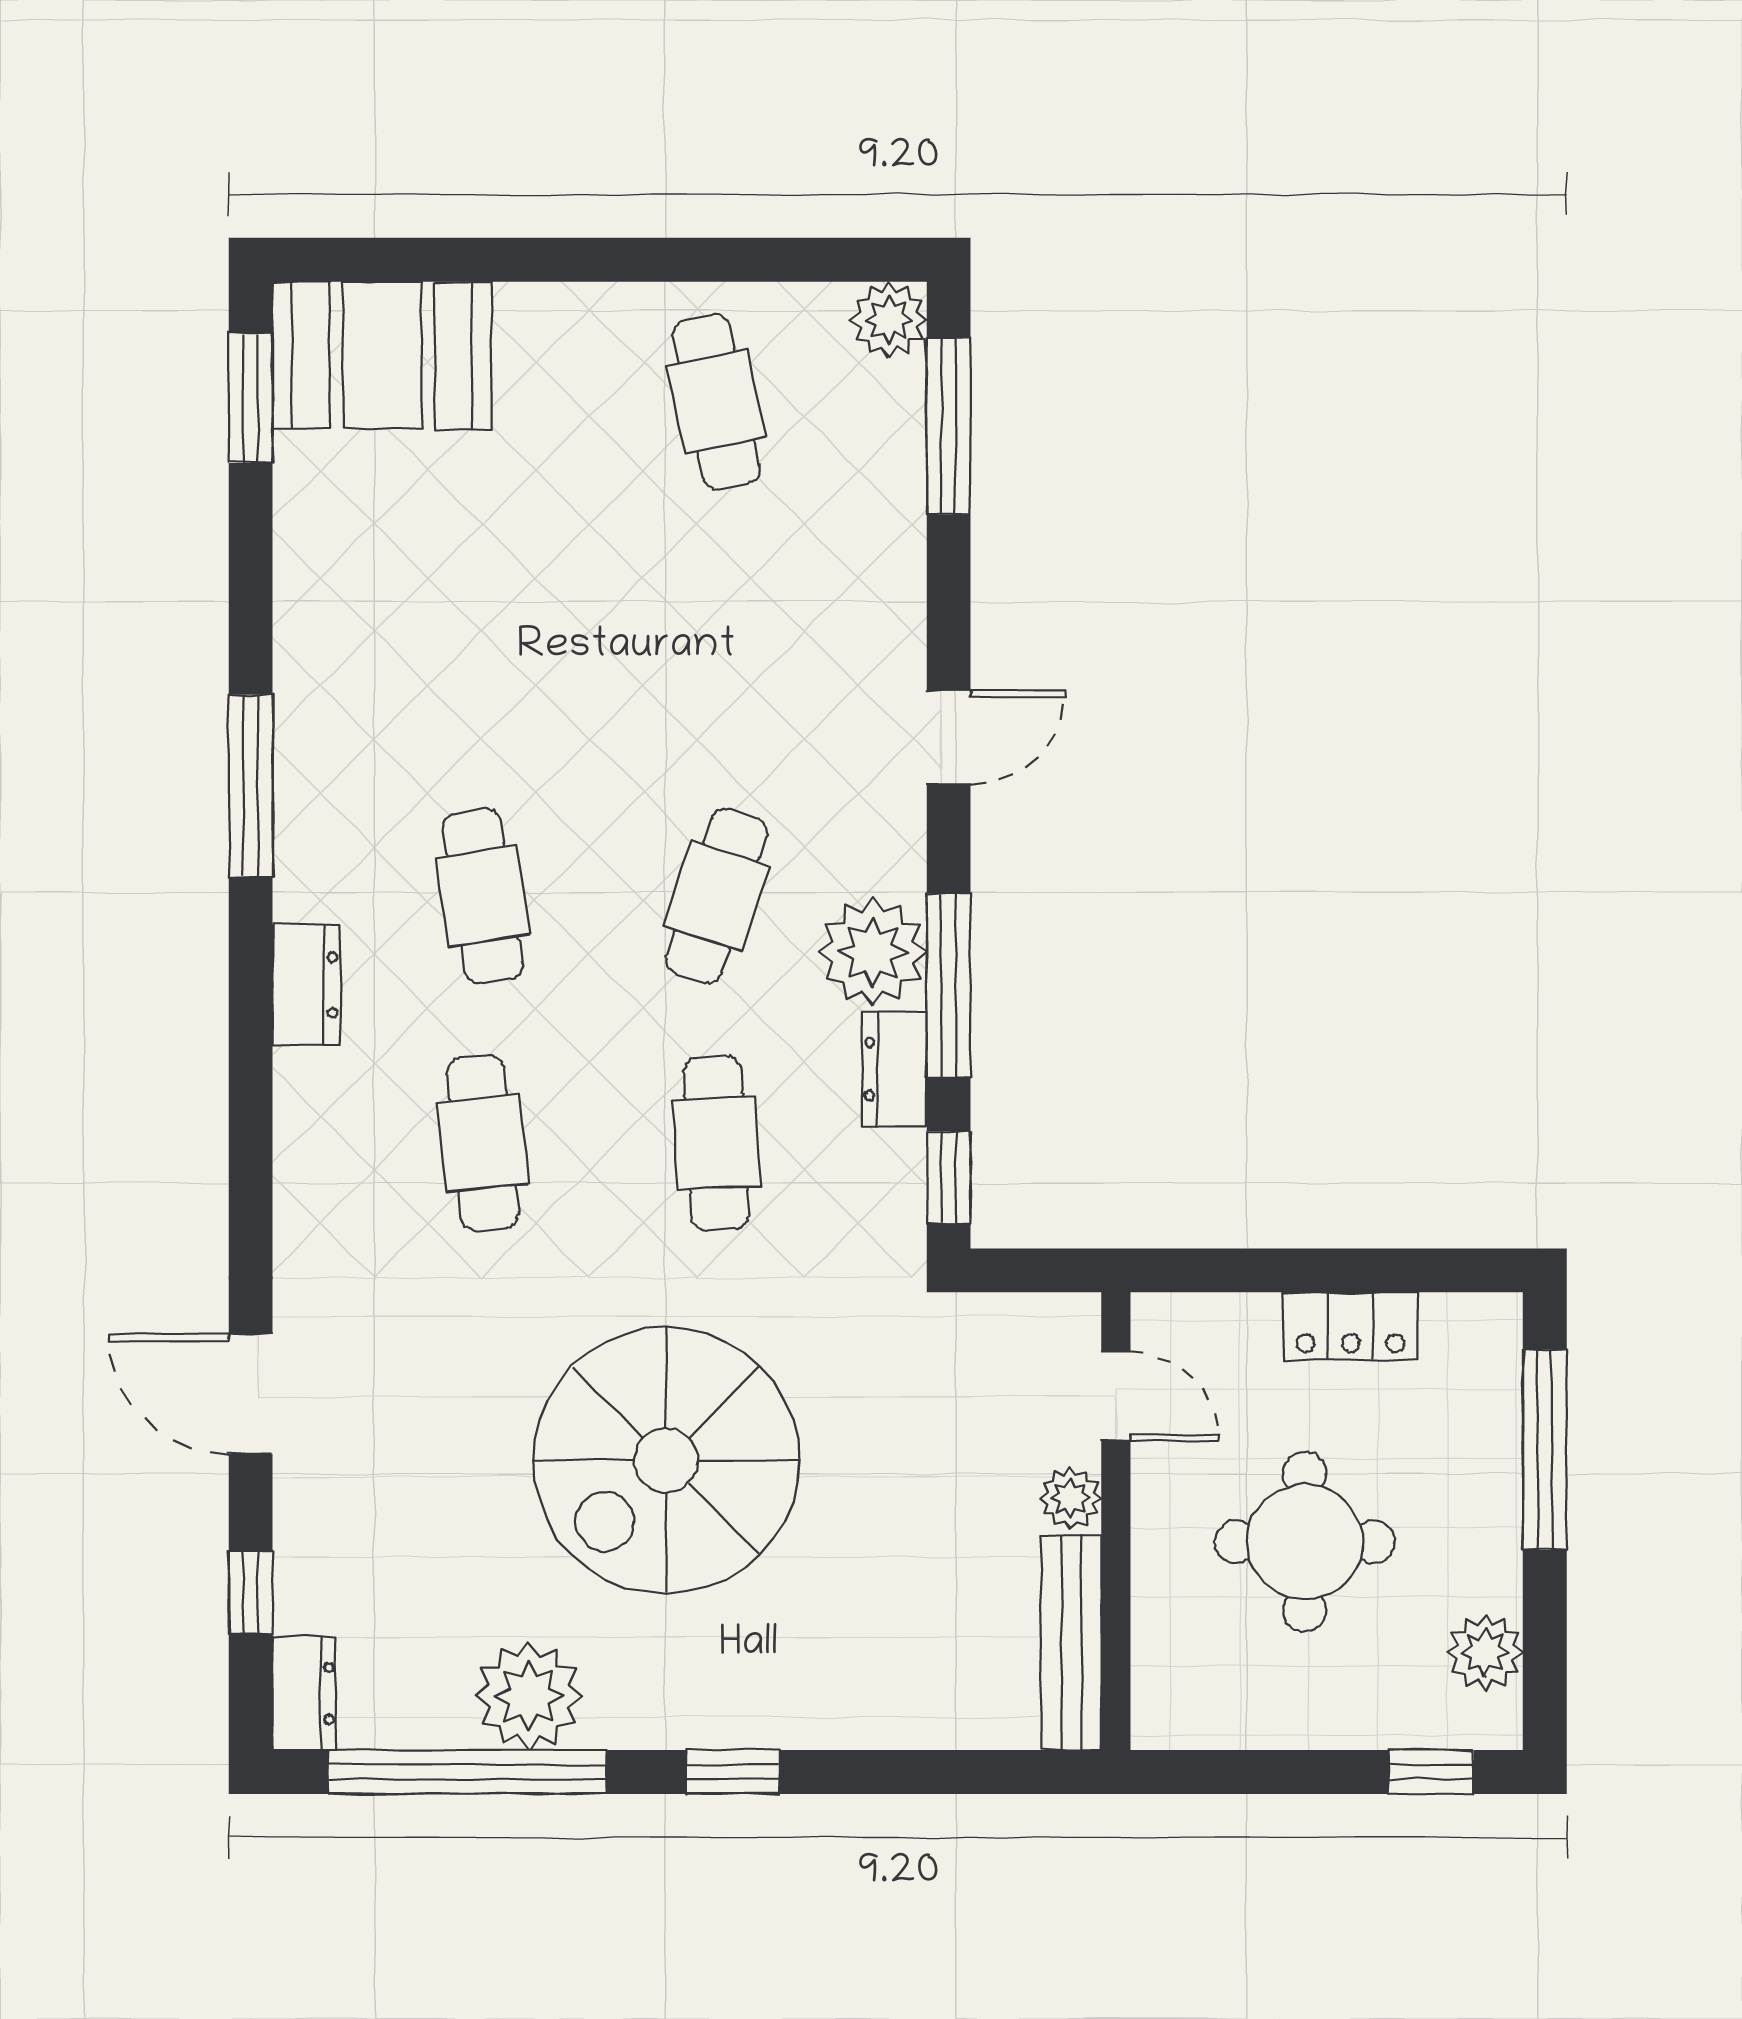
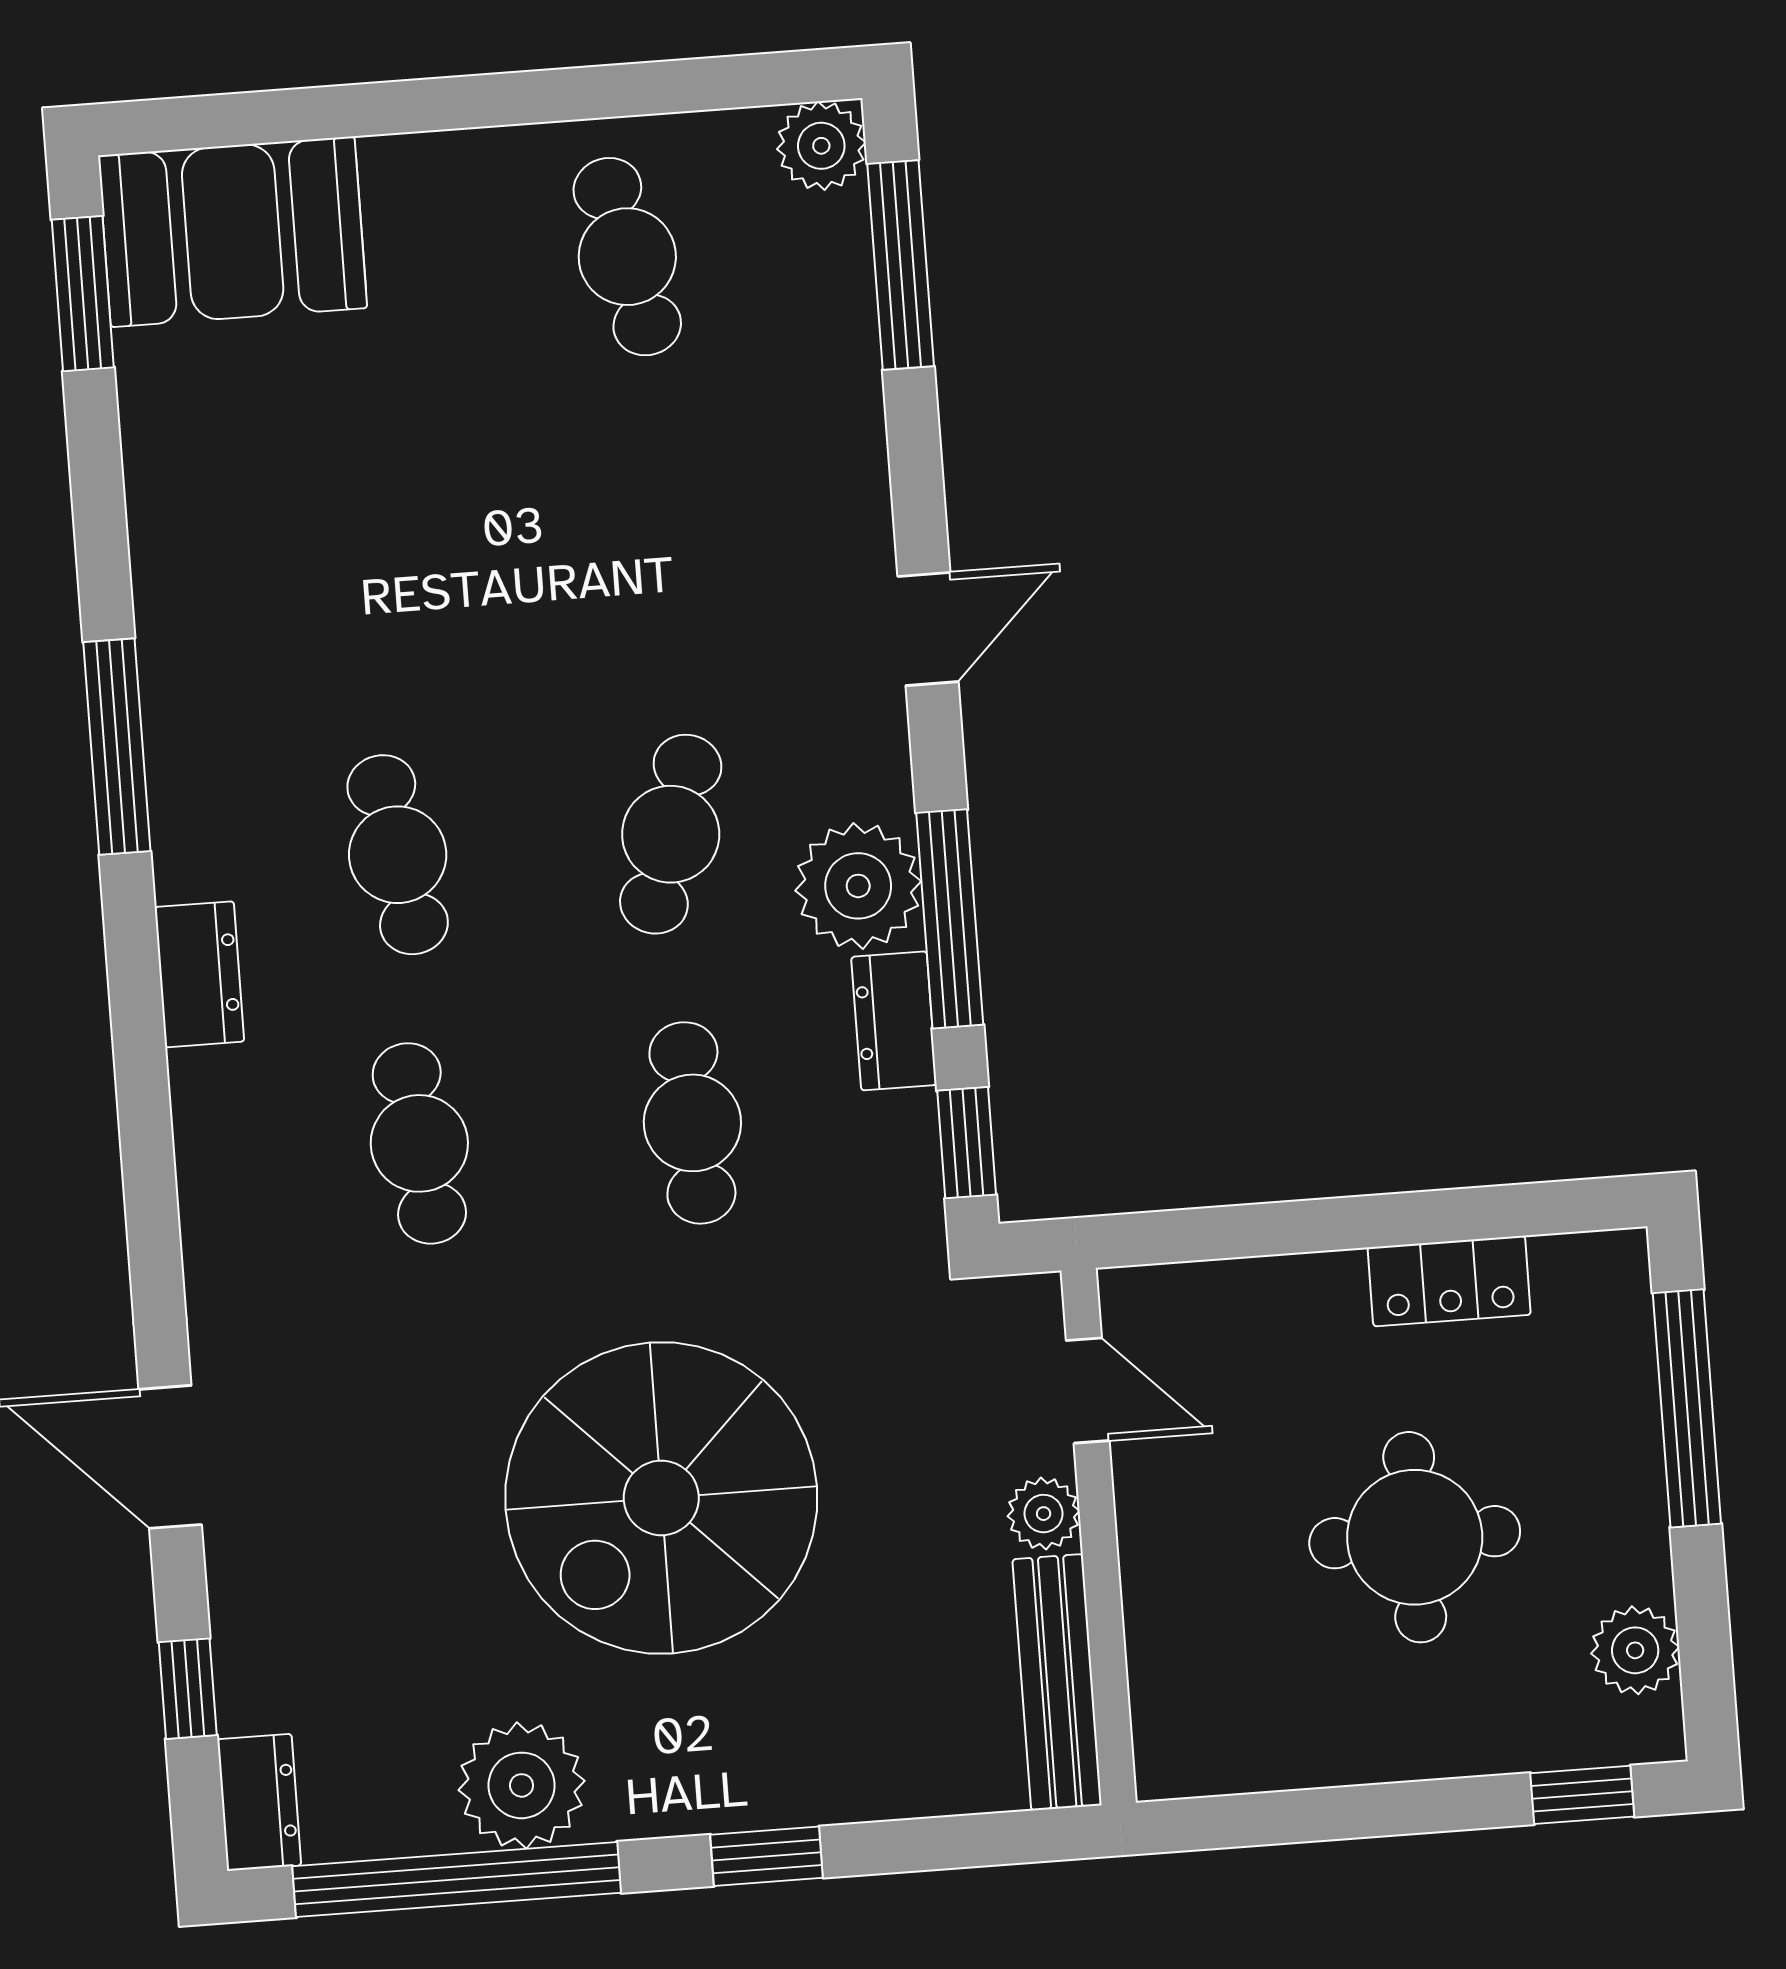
door: (1116, 1396) -> (1088, 1391), moved
plant: (1070, 1498) -> (1044, 1514), moved
wall: (1116, 1521) -> (1099, 1537), moved
bench: (1071, 1642) -> (1057, 1682), moved

